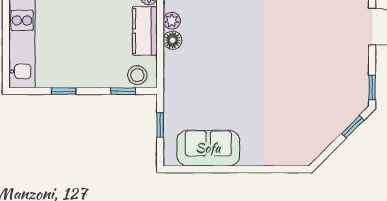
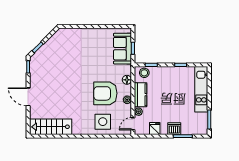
armchair: (216, 34) -> (105, 93), added
floor lamp: (172, 40) -> (127, 80), moved
sofa: (208, 148) -> (122, 49), moved, turned 90

